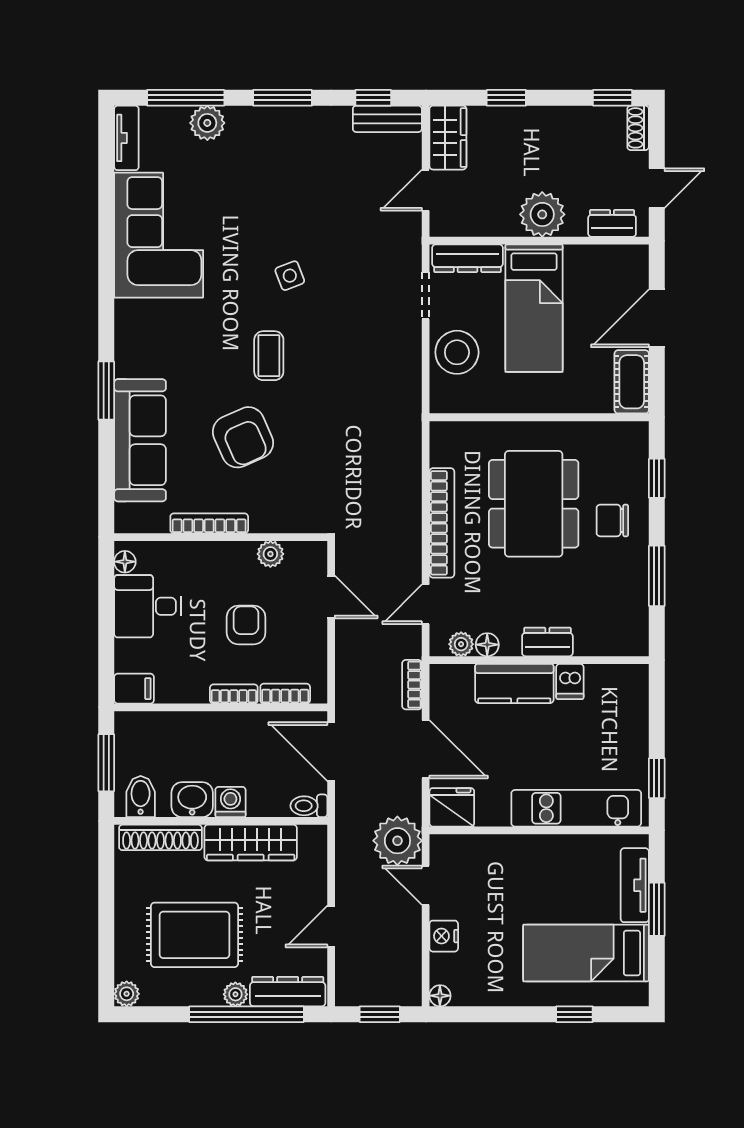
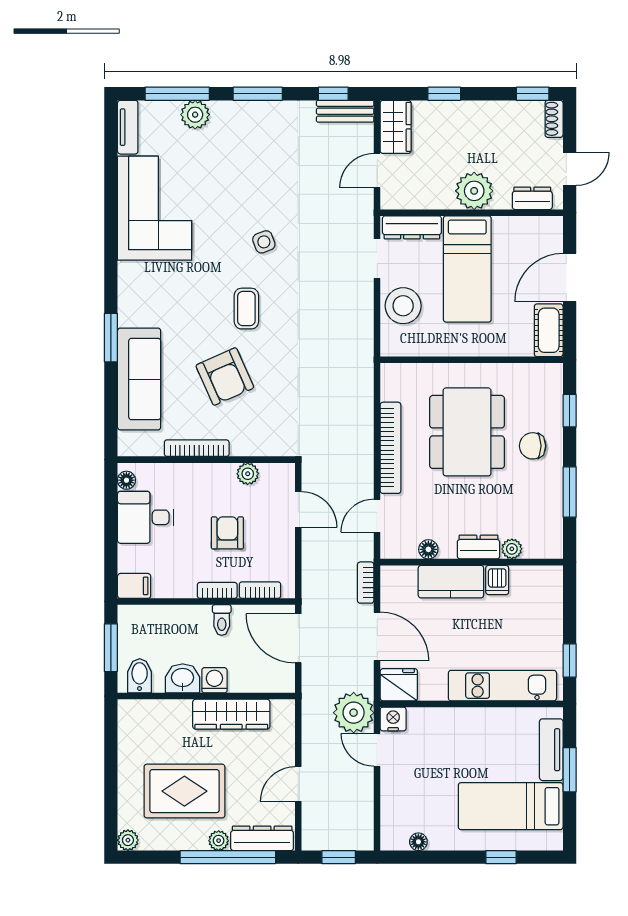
plant: (461, 644) -> (512, 549), moved
toilet: (309, 806) -> (222, 620), moved, turned -90
shoe rack: (160, 837) -> (156, 710), removed
nightstand: (444, 936) -> (393, 719), moved, turned 90
floor lamp: (440, 996) -> (418, 842), moved

